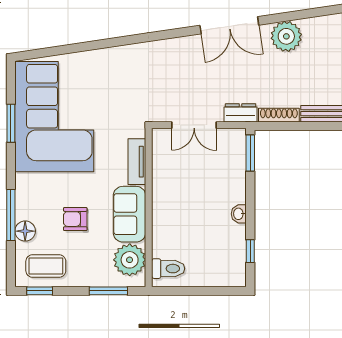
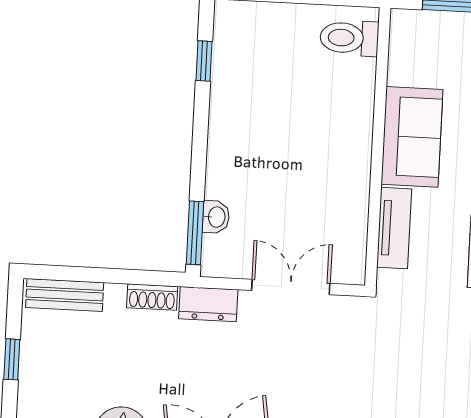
shoe rack: (279, 115) -> (152, 297), width x0.70
washbasin: (239, 214) -> (216, 217), moved
plant: (130, 260) -> (416, 57), removed

